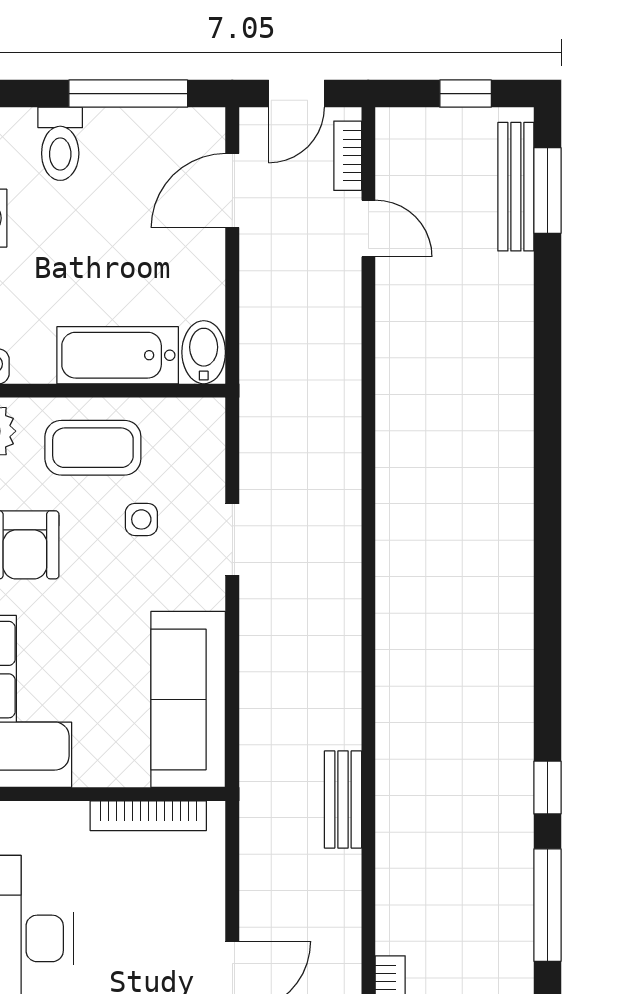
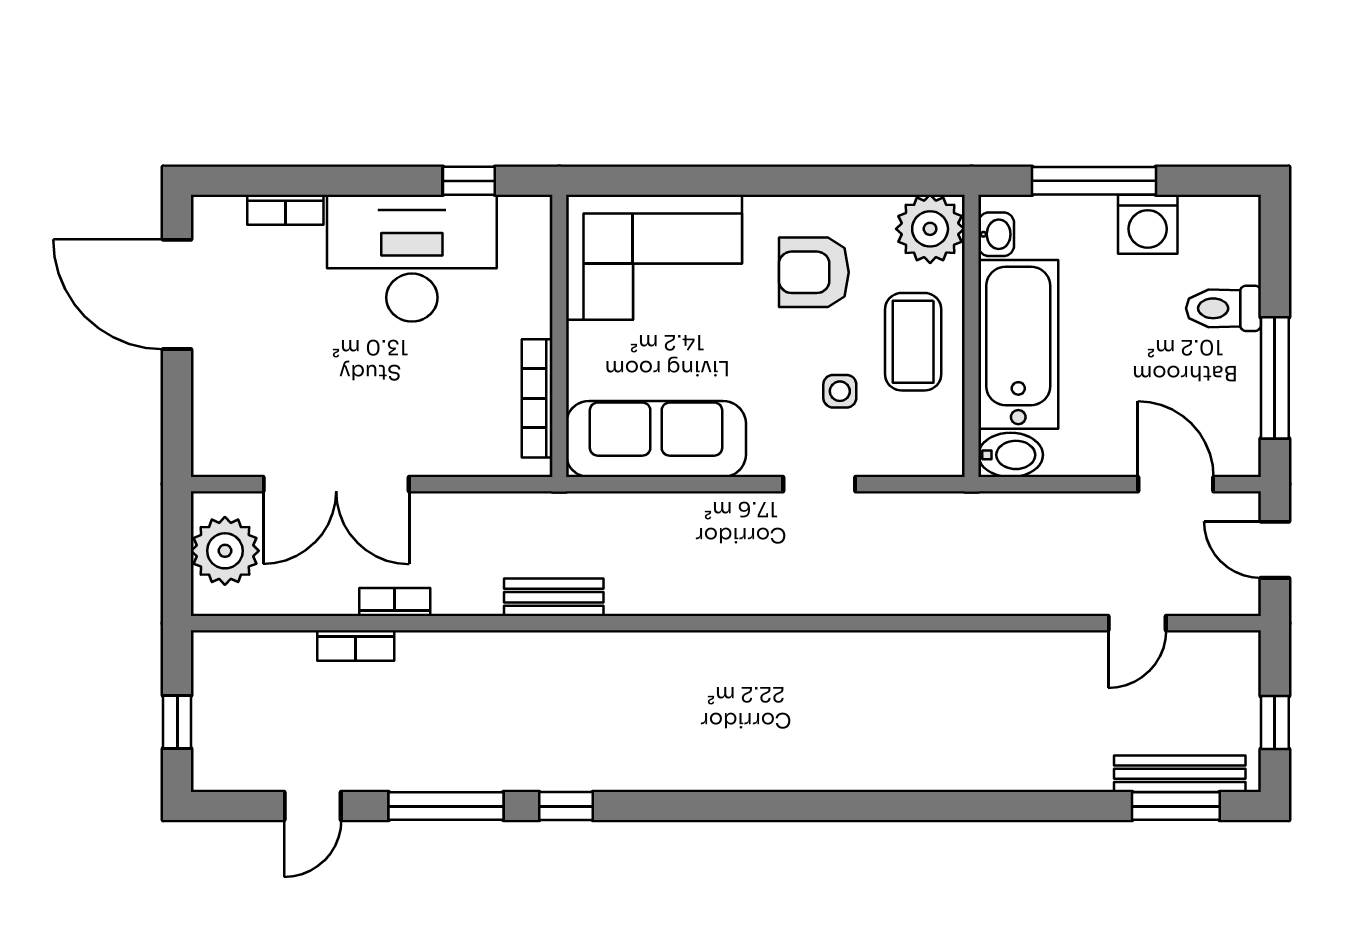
bookcase: (348, 156) -> (395, 602), moved
bathtub: (118, 355) -> (1018, 344), width x1.36, depth x1.36

